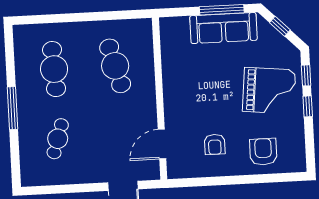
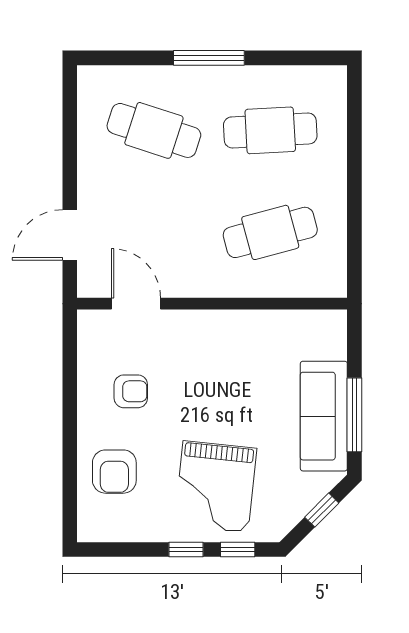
cafe table: (58, 139) -> (154, 130), width x1.37, depth x1.35
armchair: (215, 144) -> (131, 391), turned 180
armchair: (263, 152) -> (114, 472), turned 90

